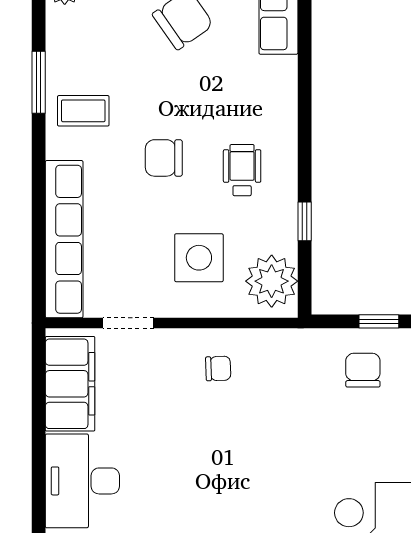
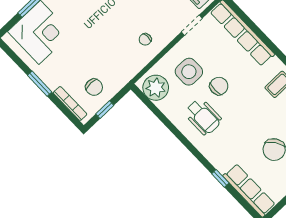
chair: (164, 158) -> (219, 86), moved
wheelchair: (242, 170) -> (203, 117), width x1.36, depth x1.37
window: (305, 221) -> (220, 178), moved

